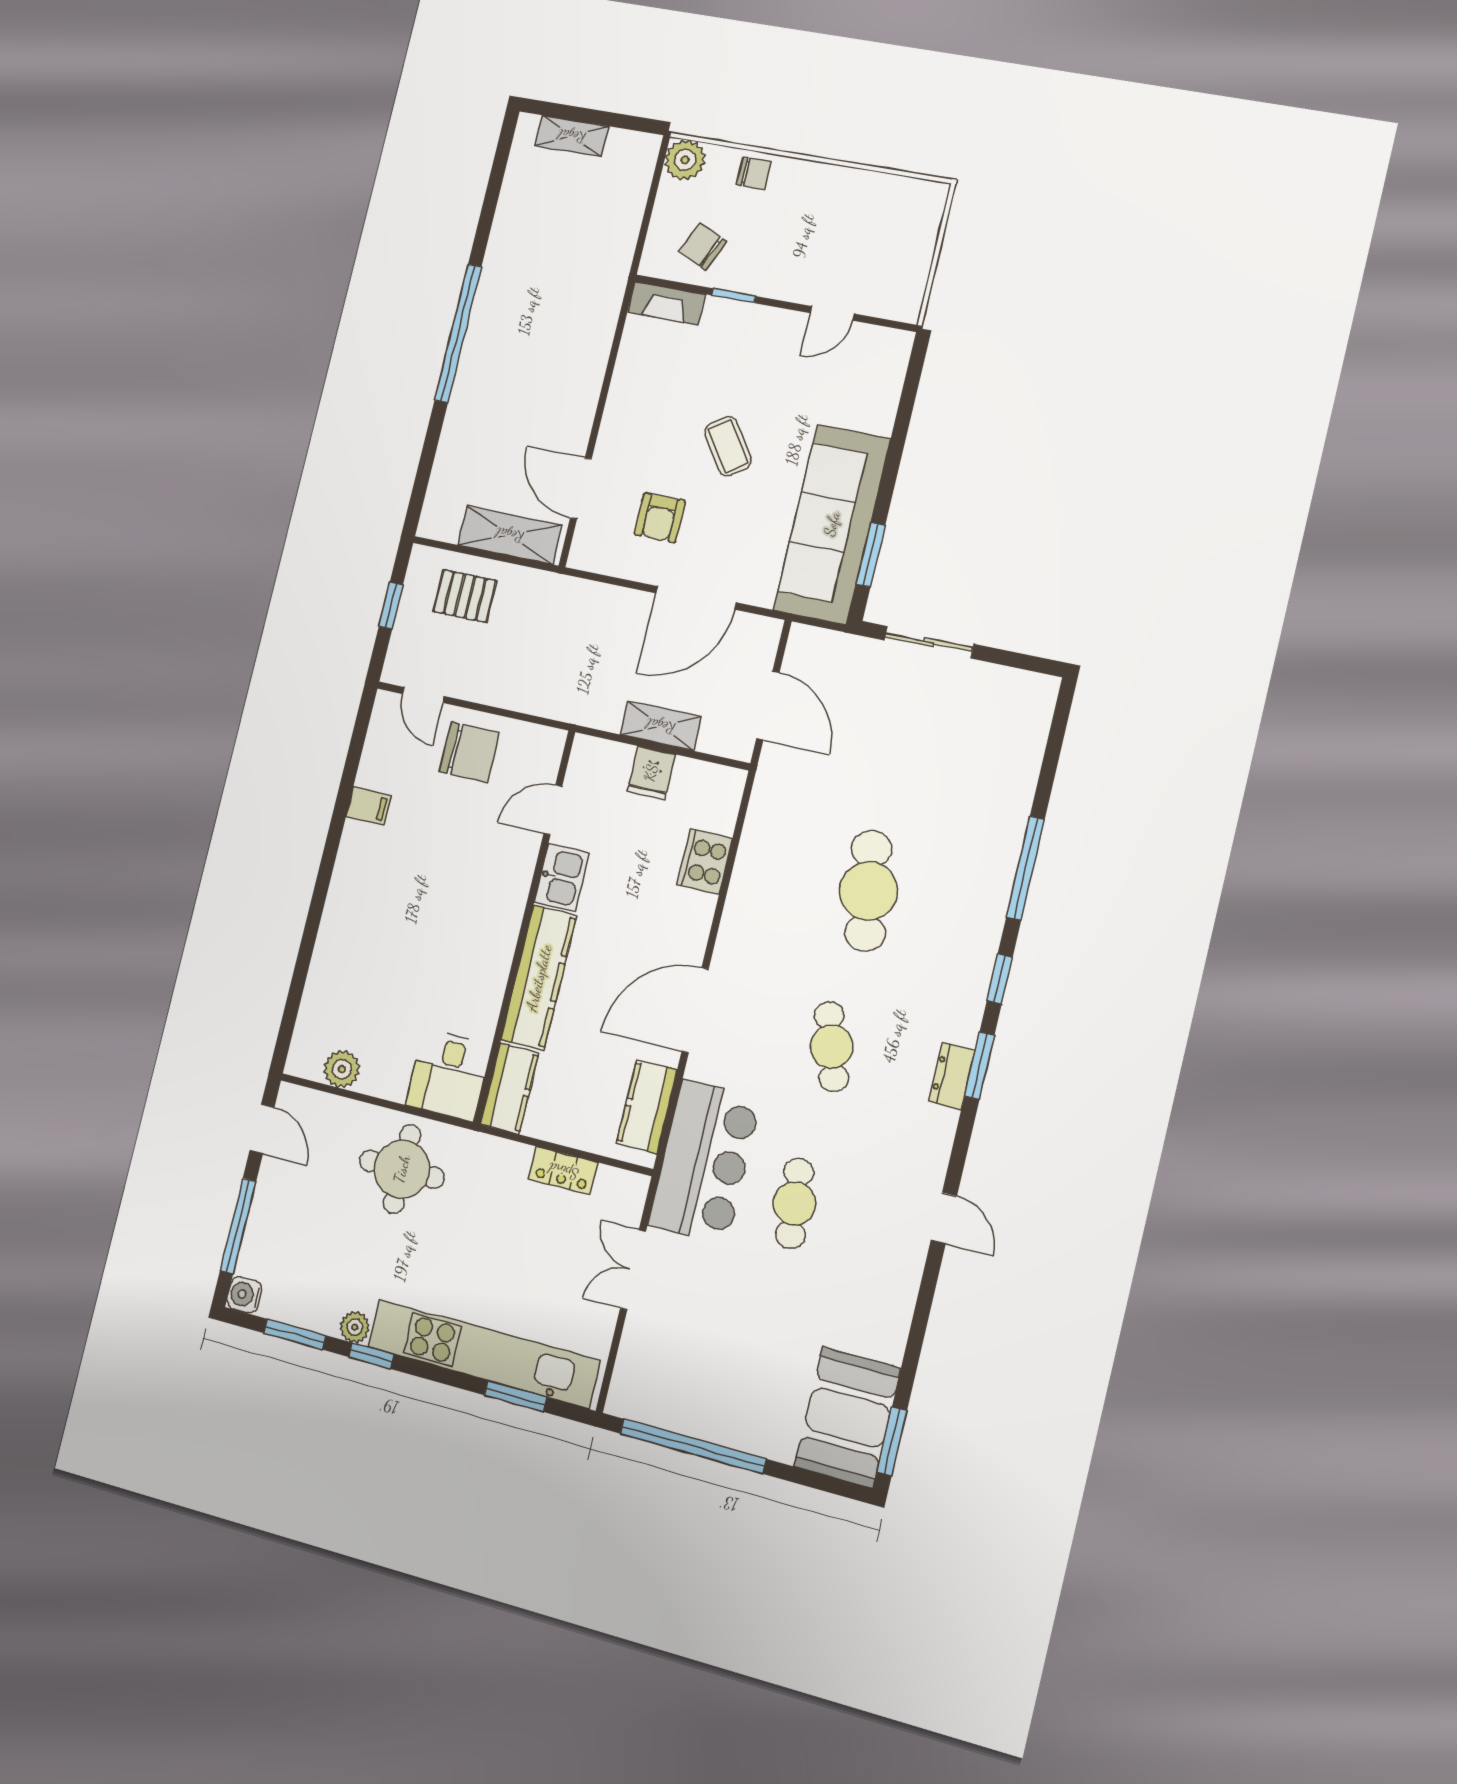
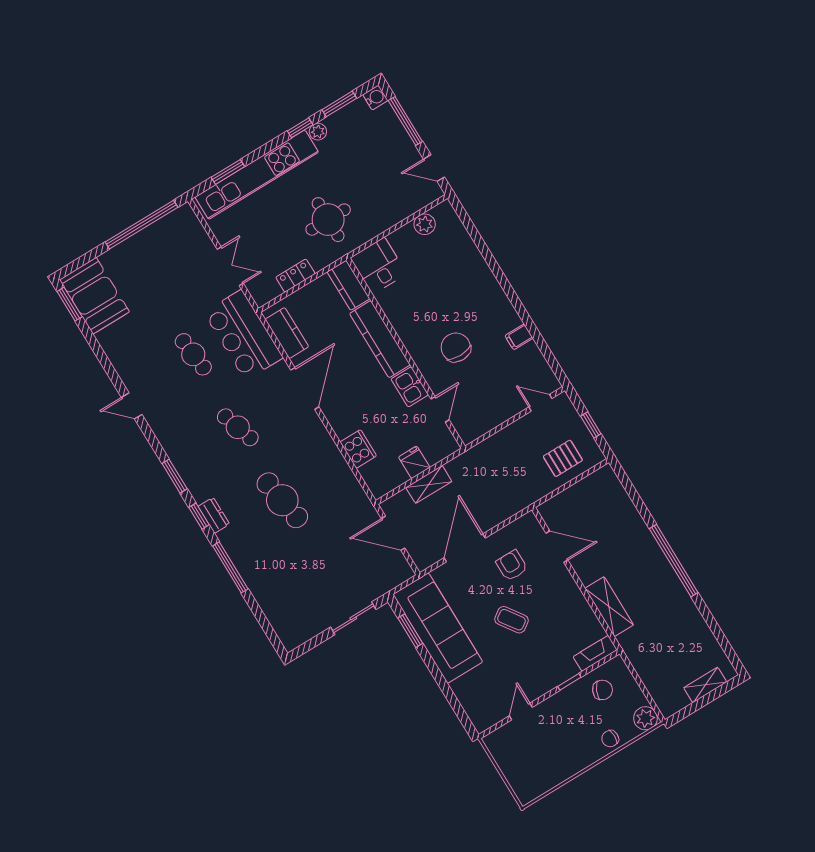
shelving: (510, 535) -> (609, 607), moved, turned 90
chair: (469, 752) -> (456, 347), moved, turned 90
dresser: (952, 1076) -> (214, 515), moved
round table: (402, 1169) -> (328, 220), moved

